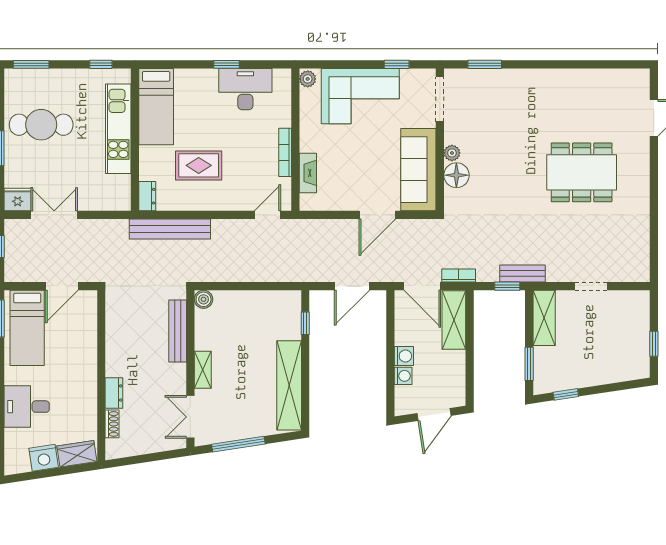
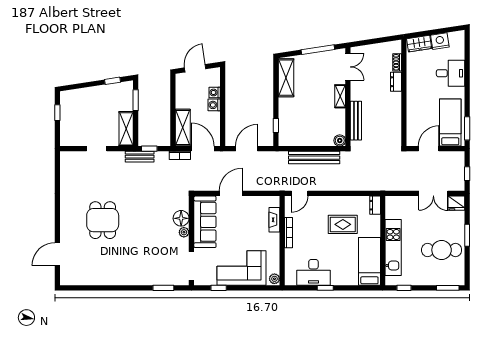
dining table: (582, 172) -> (103, 220), width x0.73
bench: (170, 229) -> (314, 158), moved
shelving: (289, 385) -> (286, 78), width x0.68

